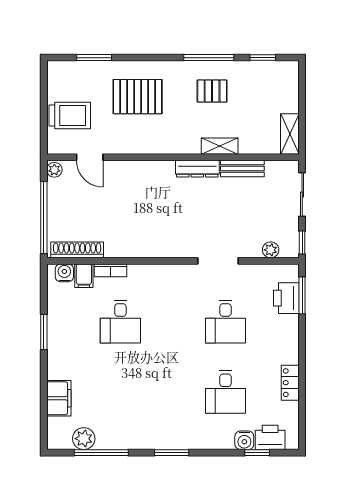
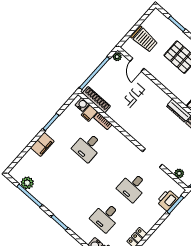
filing cabinet: (59, 398) -> (42, 144), moved

